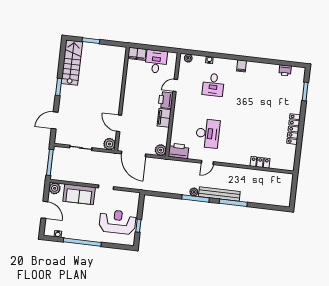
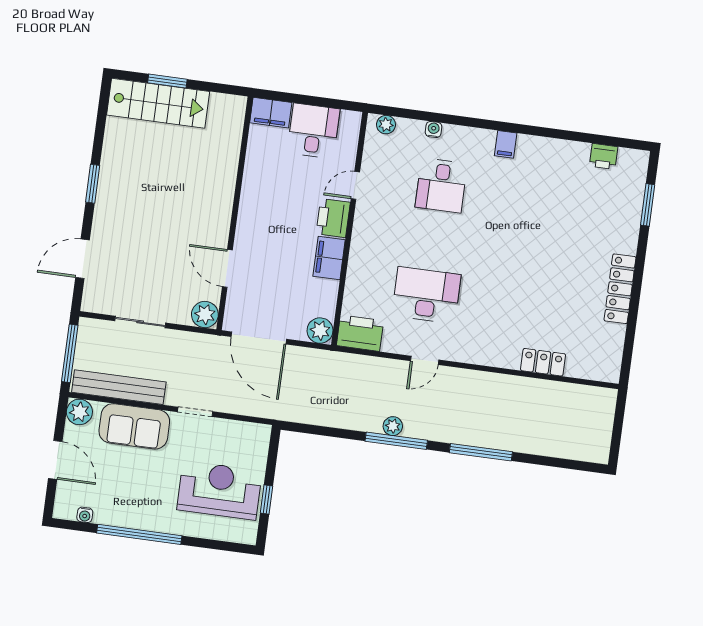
stairs: (72, 63) -> (158, 103), moved, turned 90
desk: (208, 133) -> (426, 295), turned -90
bench: (219, 194) -> (119, 387), moved

